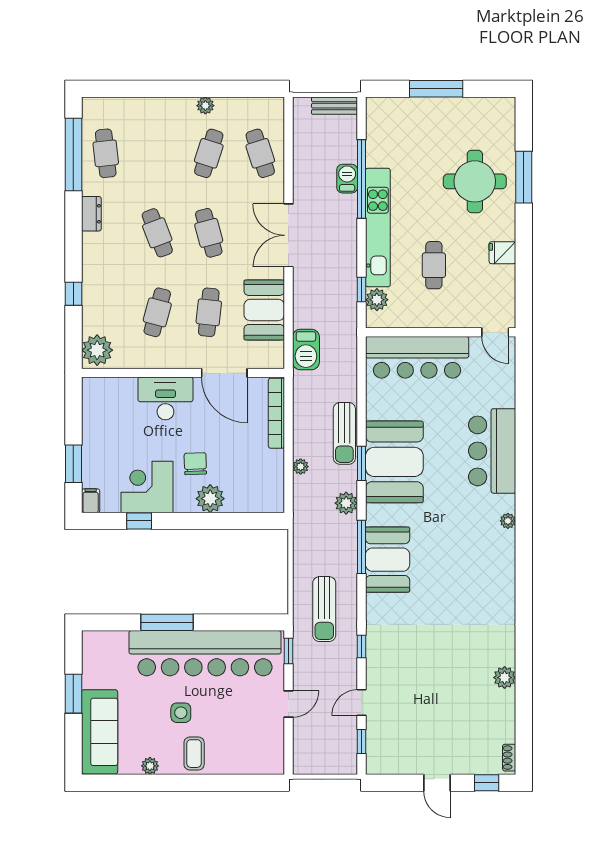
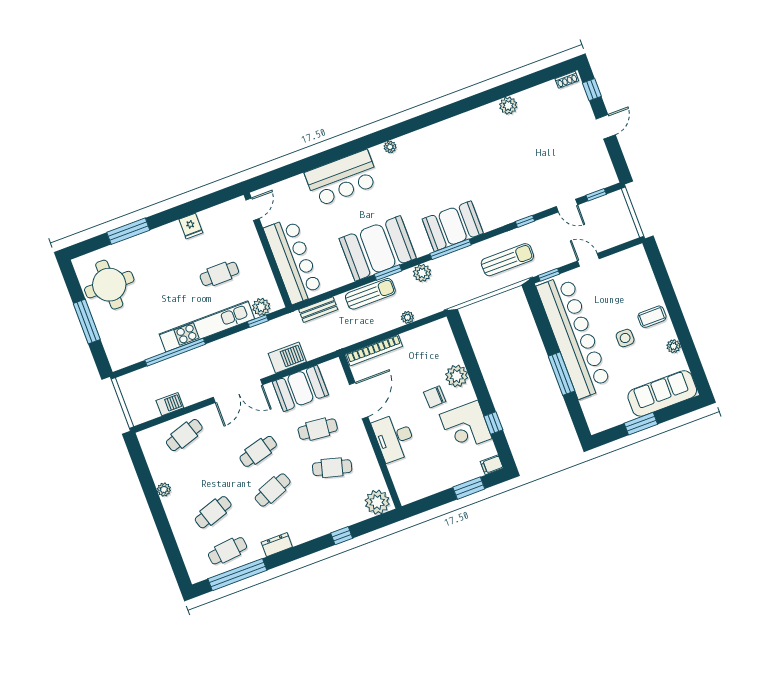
bench: (335, 106) -> (318, 310), moved, turned 90
cafe table: (209, 153) -> (213, 512), moved, turned -36
barbecue: (347, 179) -> (170, 404), moved, turned 180
round table: (475, 181) -> (109, 285), moved
barbecue: (306, 350) -> (287, 358), moved

